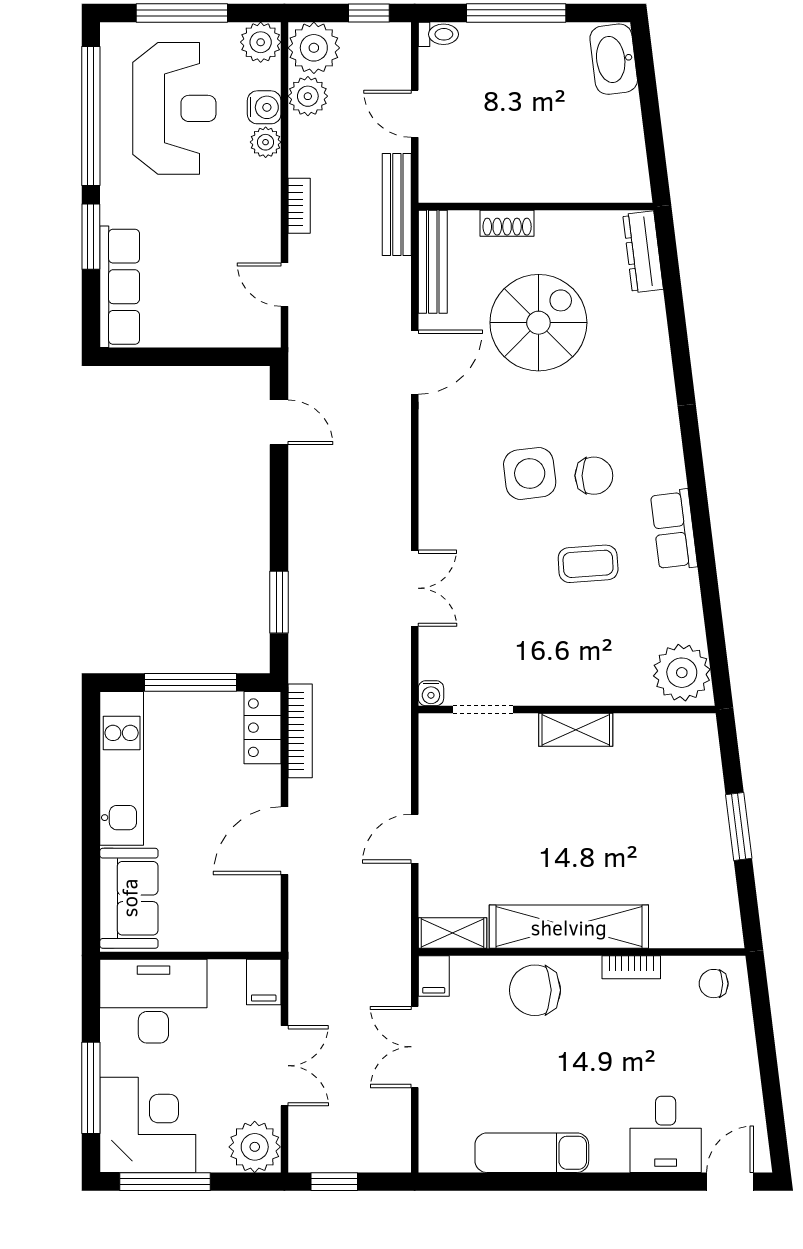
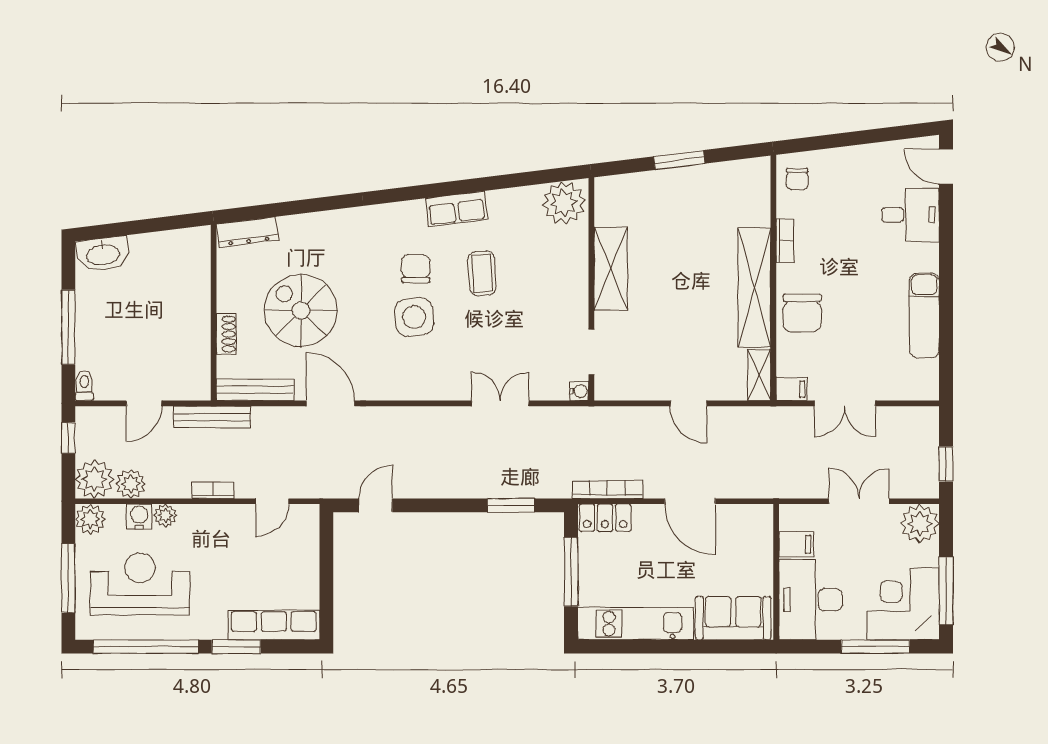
shelving: (576, 730) -> (611, 269), width x1.50, depth x1.33
filing cabinet: (264, 982) -> (796, 544), moved

